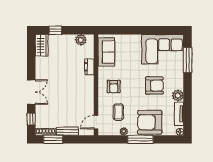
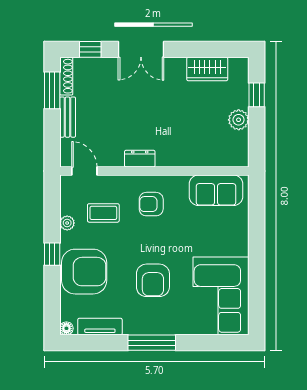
plant: (81, 40) -> (239, 120), moved
wardrobe: (42, 45) -> (207, 69), moved
window: (188, 60) -> (152, 343), moved
dresser: (89, 67) -> (140, 159), moved
plant: (178, 96) -> (134, 324), removed
armchair: (150, 122) -> (84, 272), turned 90
window: (140, 139) -> (52, 254), width x0.46

